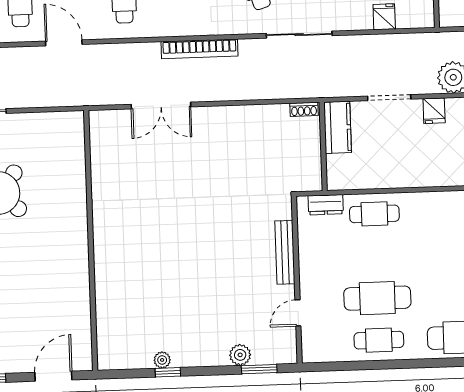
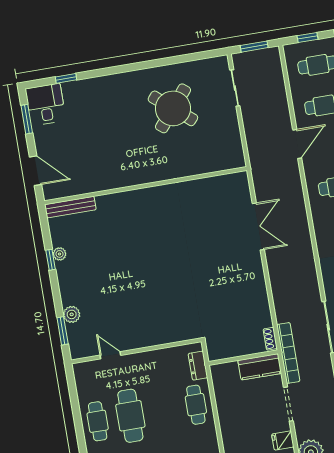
bookcase: (199, 49) -> (288, 353), moved, turned 180
double door: (161, 106) -> (258, 227), swing flipped
bench: (285, 252) -> (70, 207), moved

